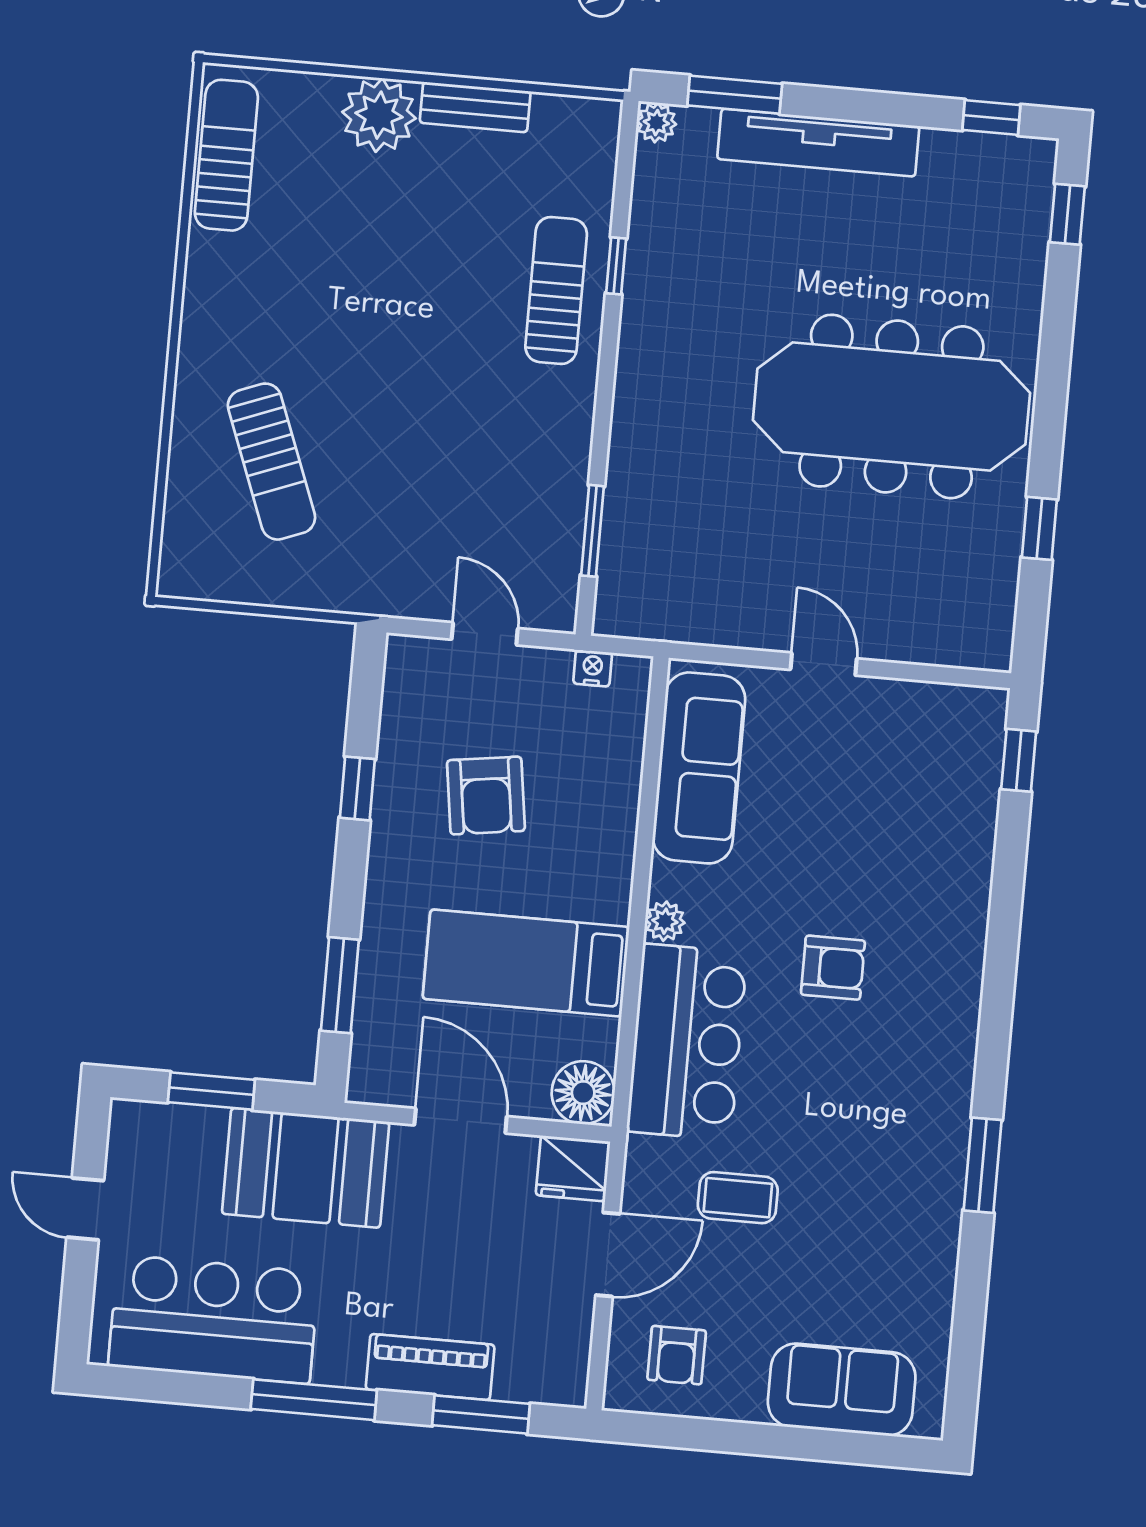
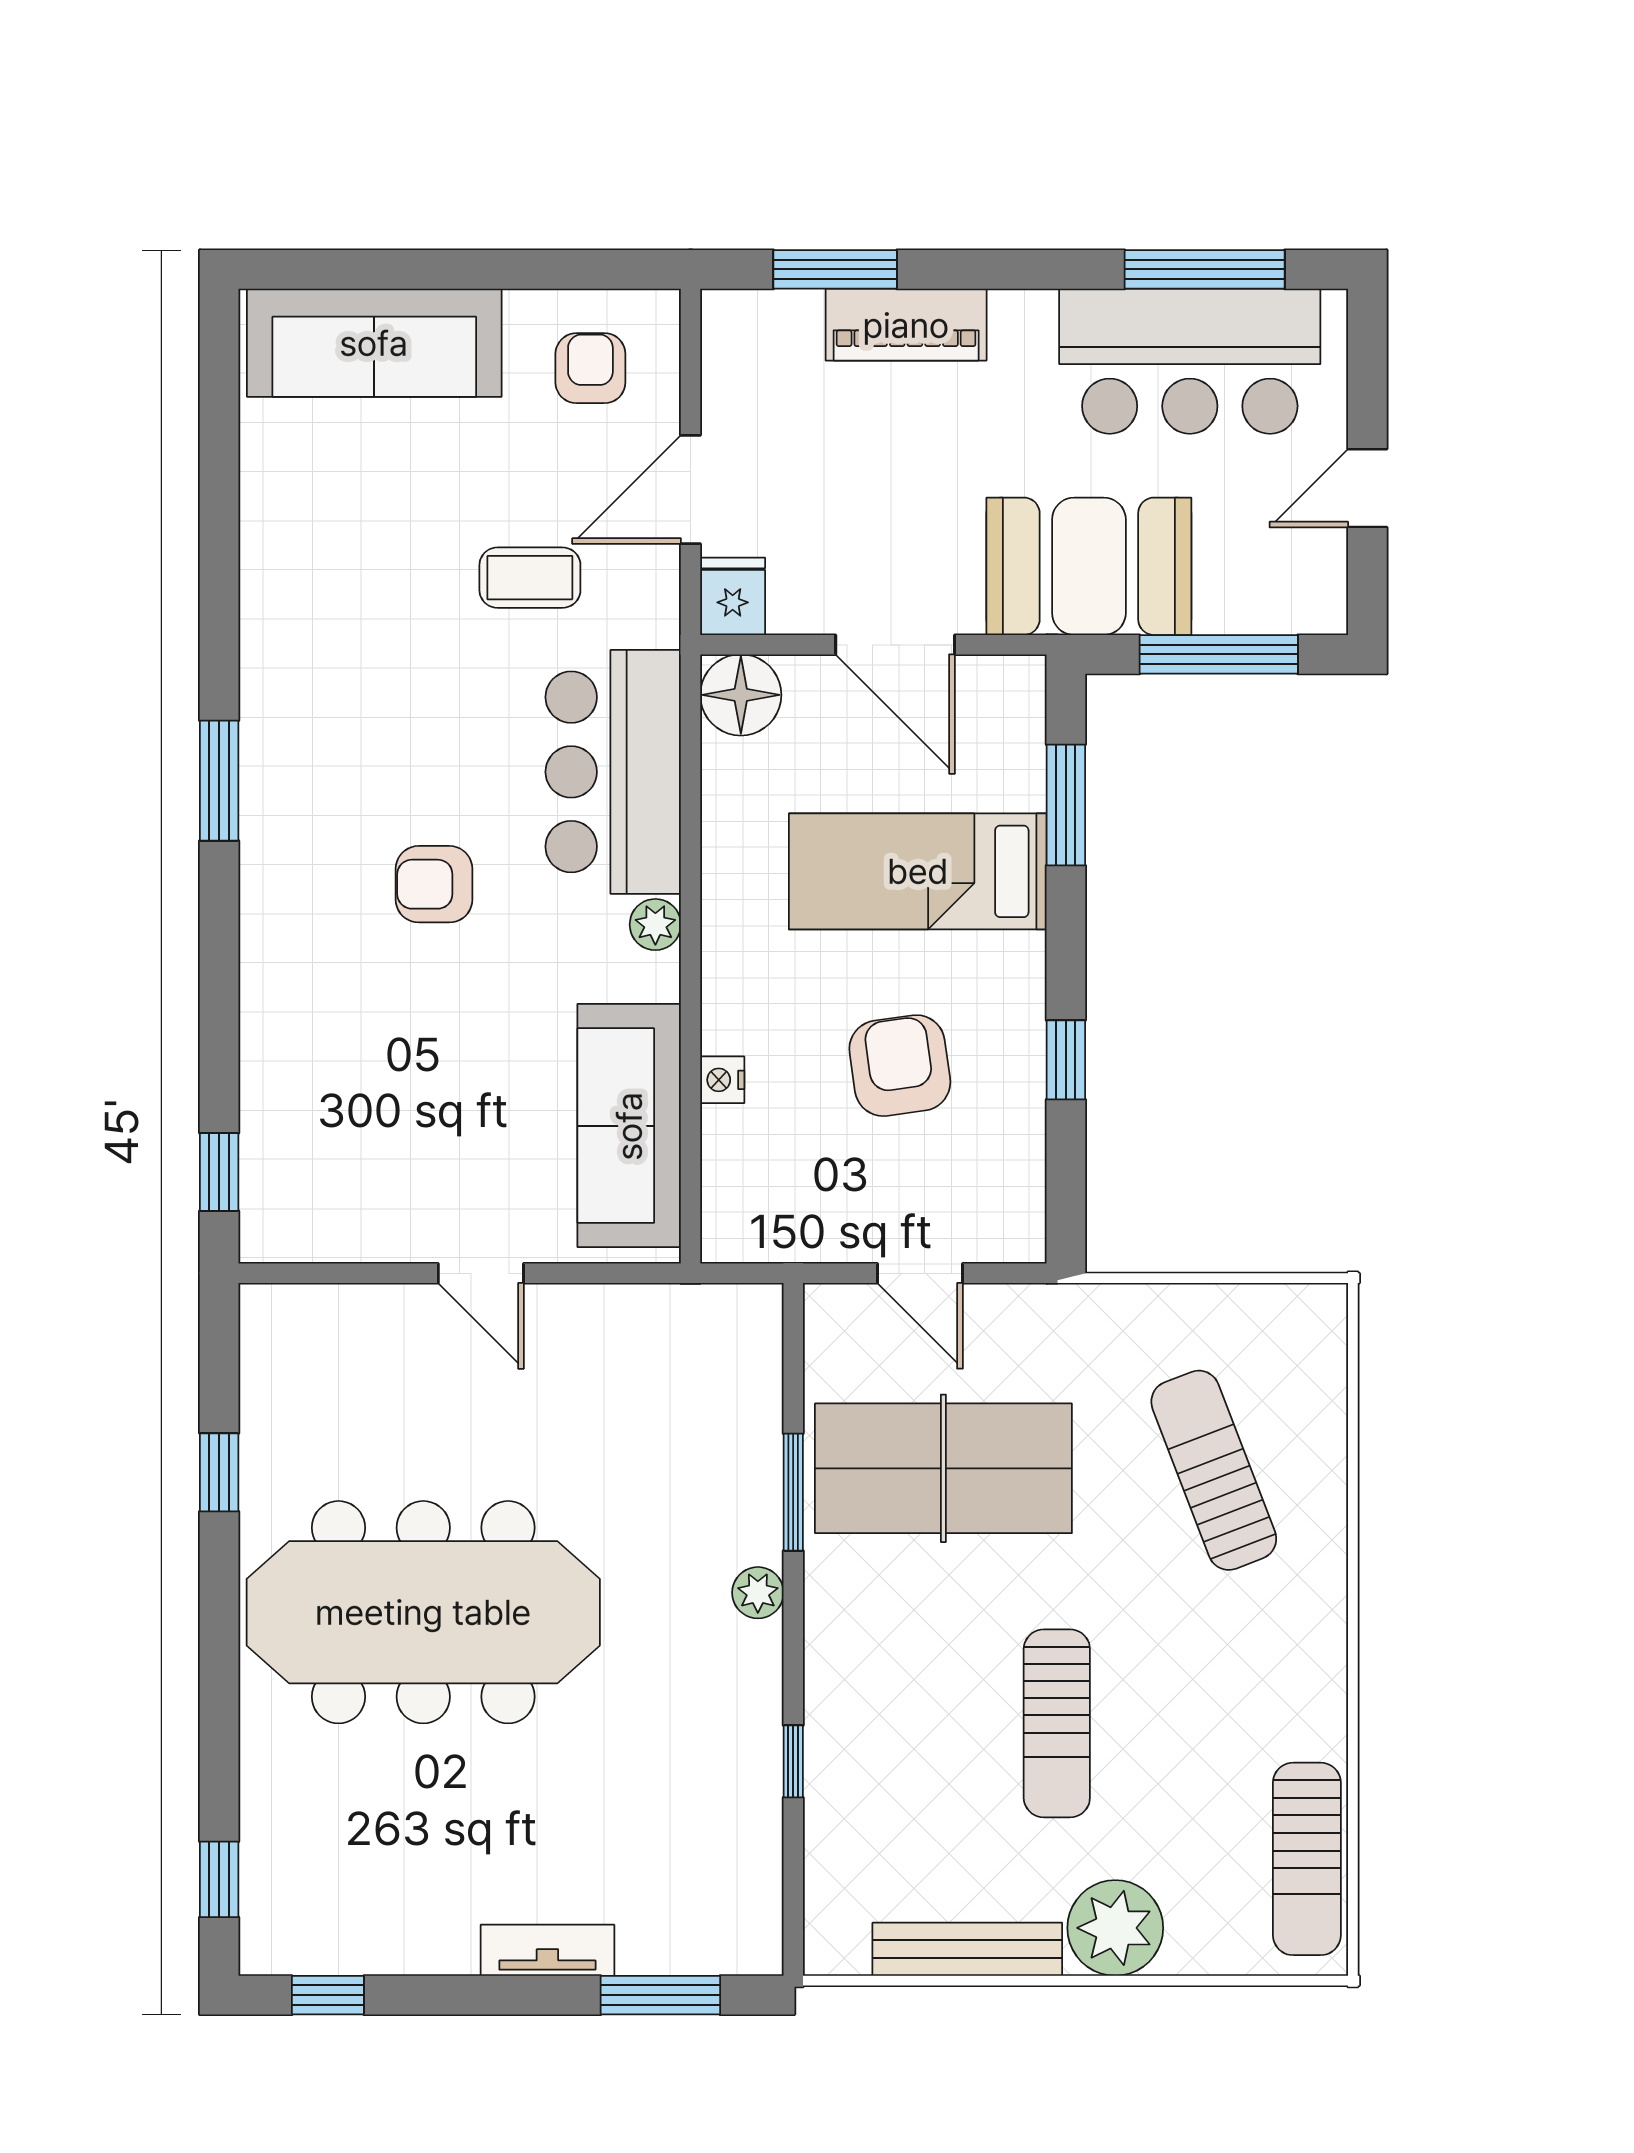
bench: (475, 107) -> (967, 1949), width x1.36
plant: (656, 123) -> (758, 1593), moved
tv unit: (818, 143) -> (547, 1950), width x0.52, depth x0.78
sun lounger: (556, 290) -> (1057, 1723), moved
table tennis table: (480, 482) -> (943, 1468), added
window: (592, 531) -> (793, 1492), moved
nightstand: (593, 668) -> (722, 1080), moved, turned 90
bed: (526, 963) -> (918, 871), moved, turned 180
window: (211, 1091) -> (1219, 654), width x1.44
window: (983, 1165) -> (219, 781), moved
fridge: (573, 1168) -> (733, 596), width x0.72
door: (85, 1209) -> (1367, 488), swing flipped
sofa: (842, 1390) -> (374, 343), width x1.36
window: (314, 1400) -> (1205, 269), moved

